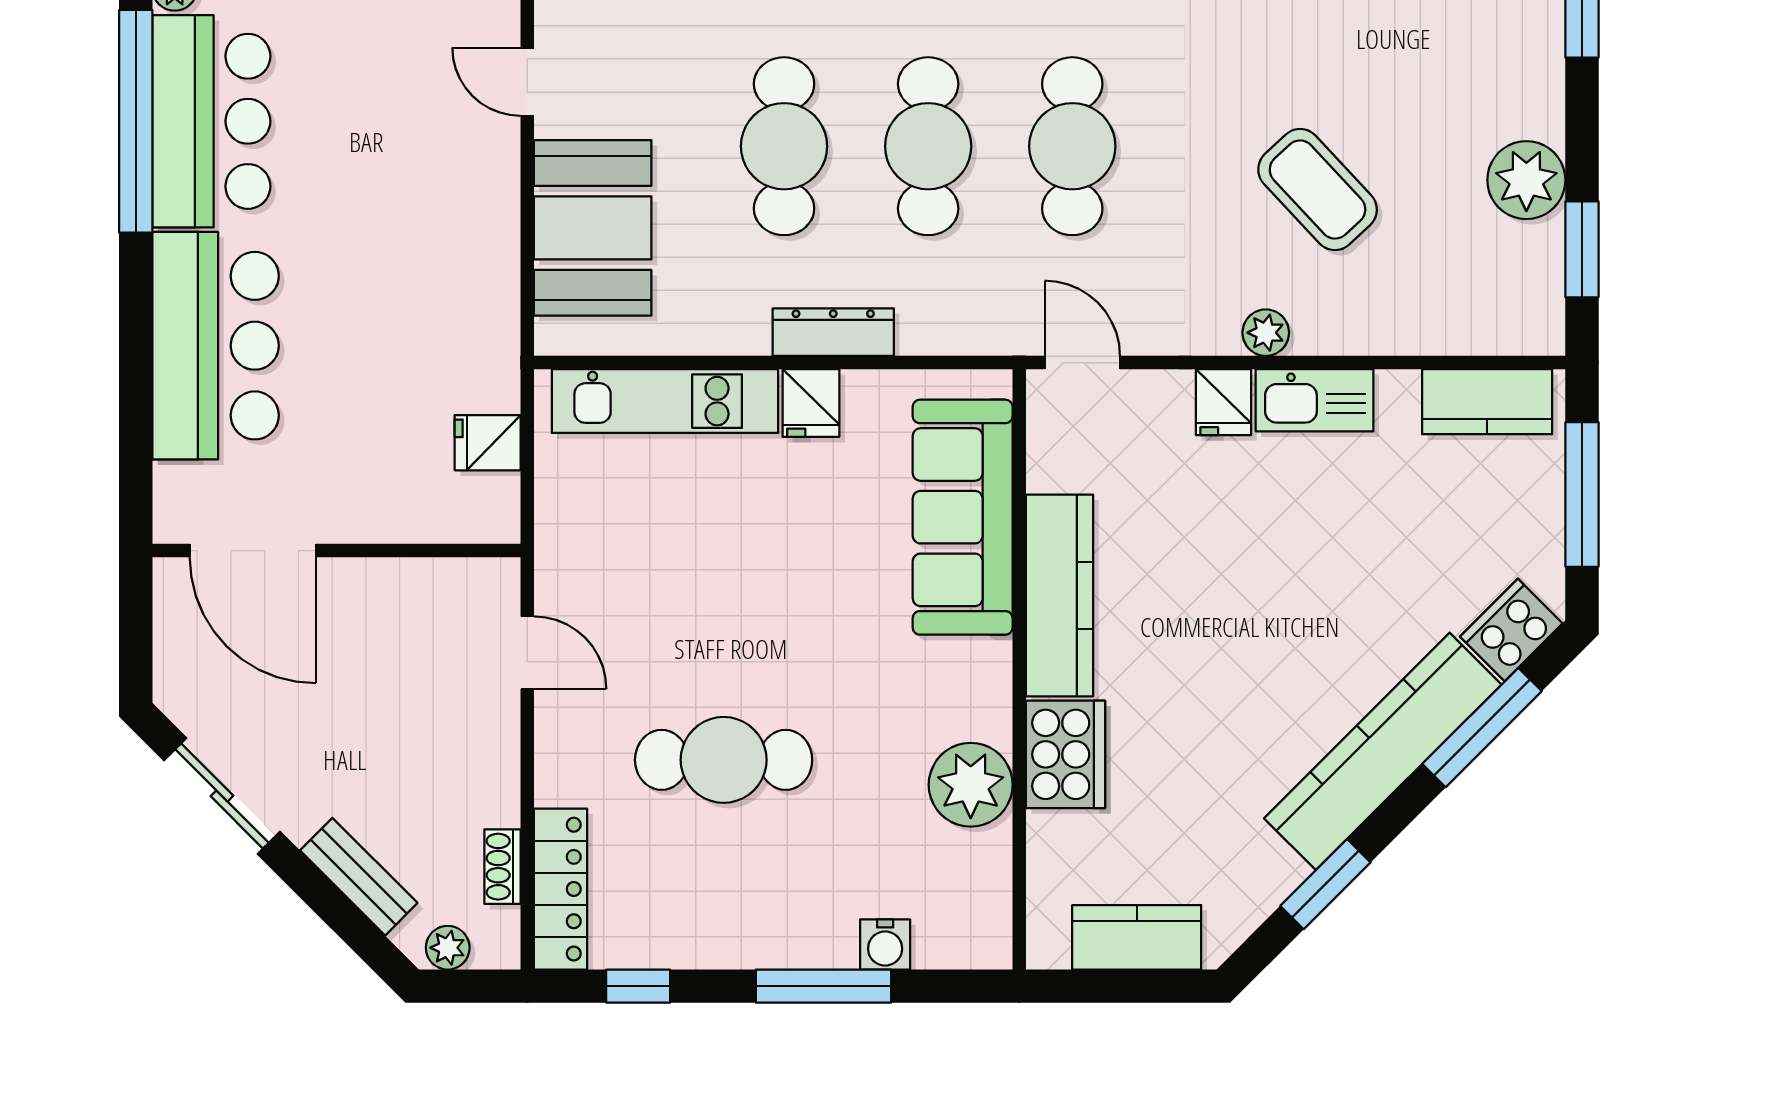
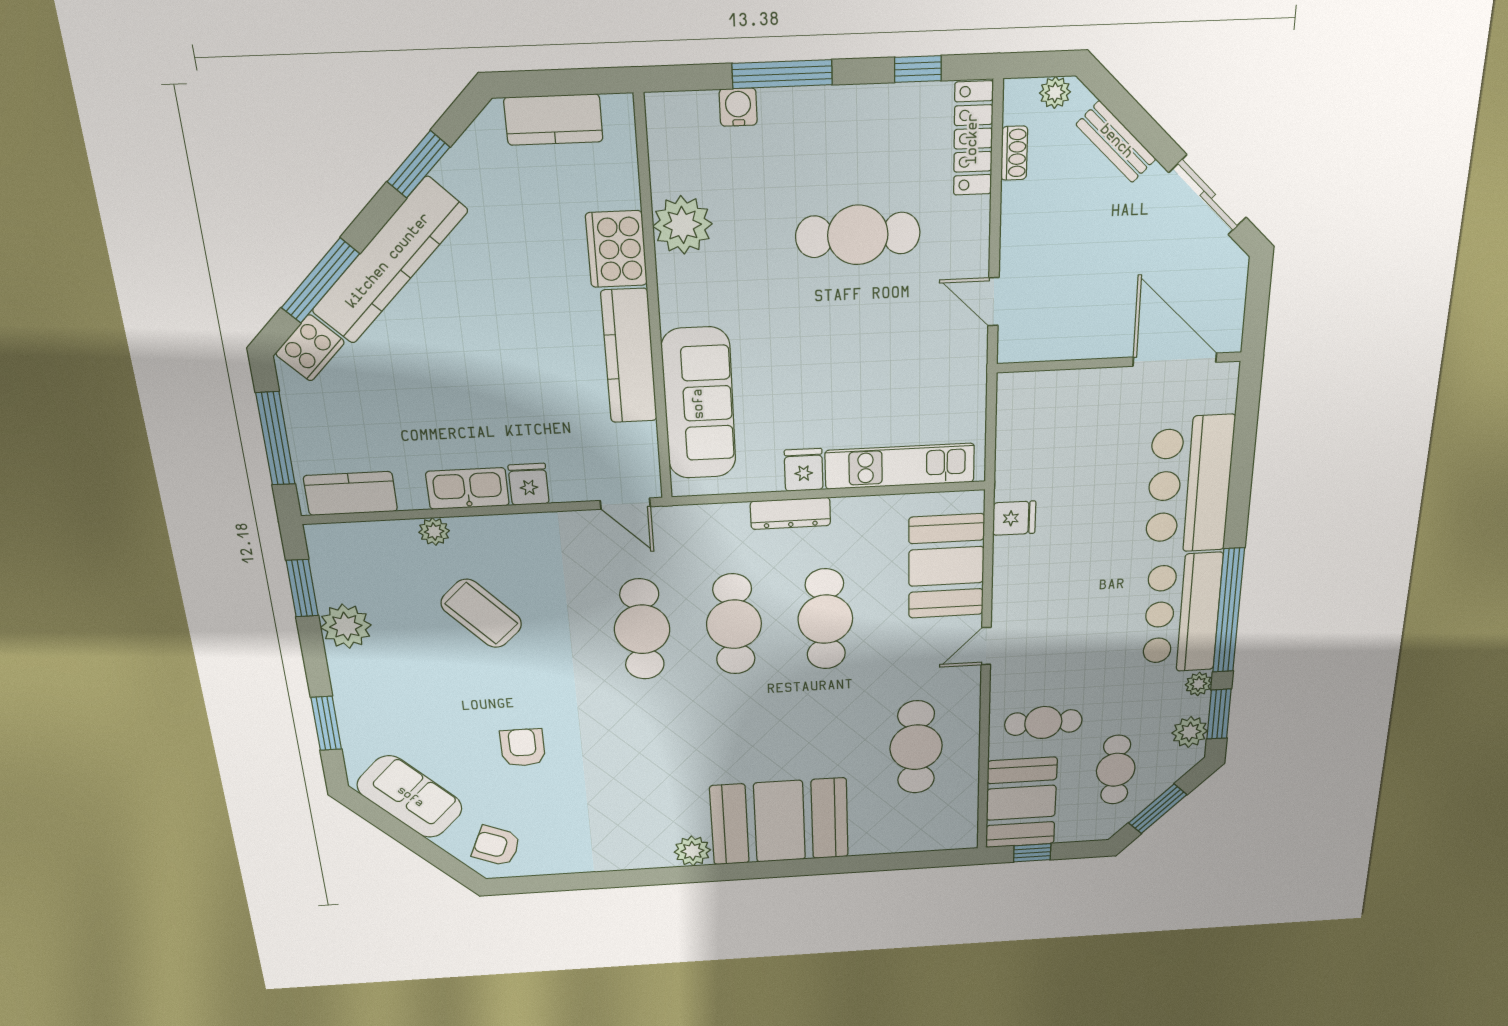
door: (527, 82) -> (986, 646), swing flipped
plant: (1266, 333) -> (434, 532), moved
fridge: (488, 443) -> (1014, 518), moved

